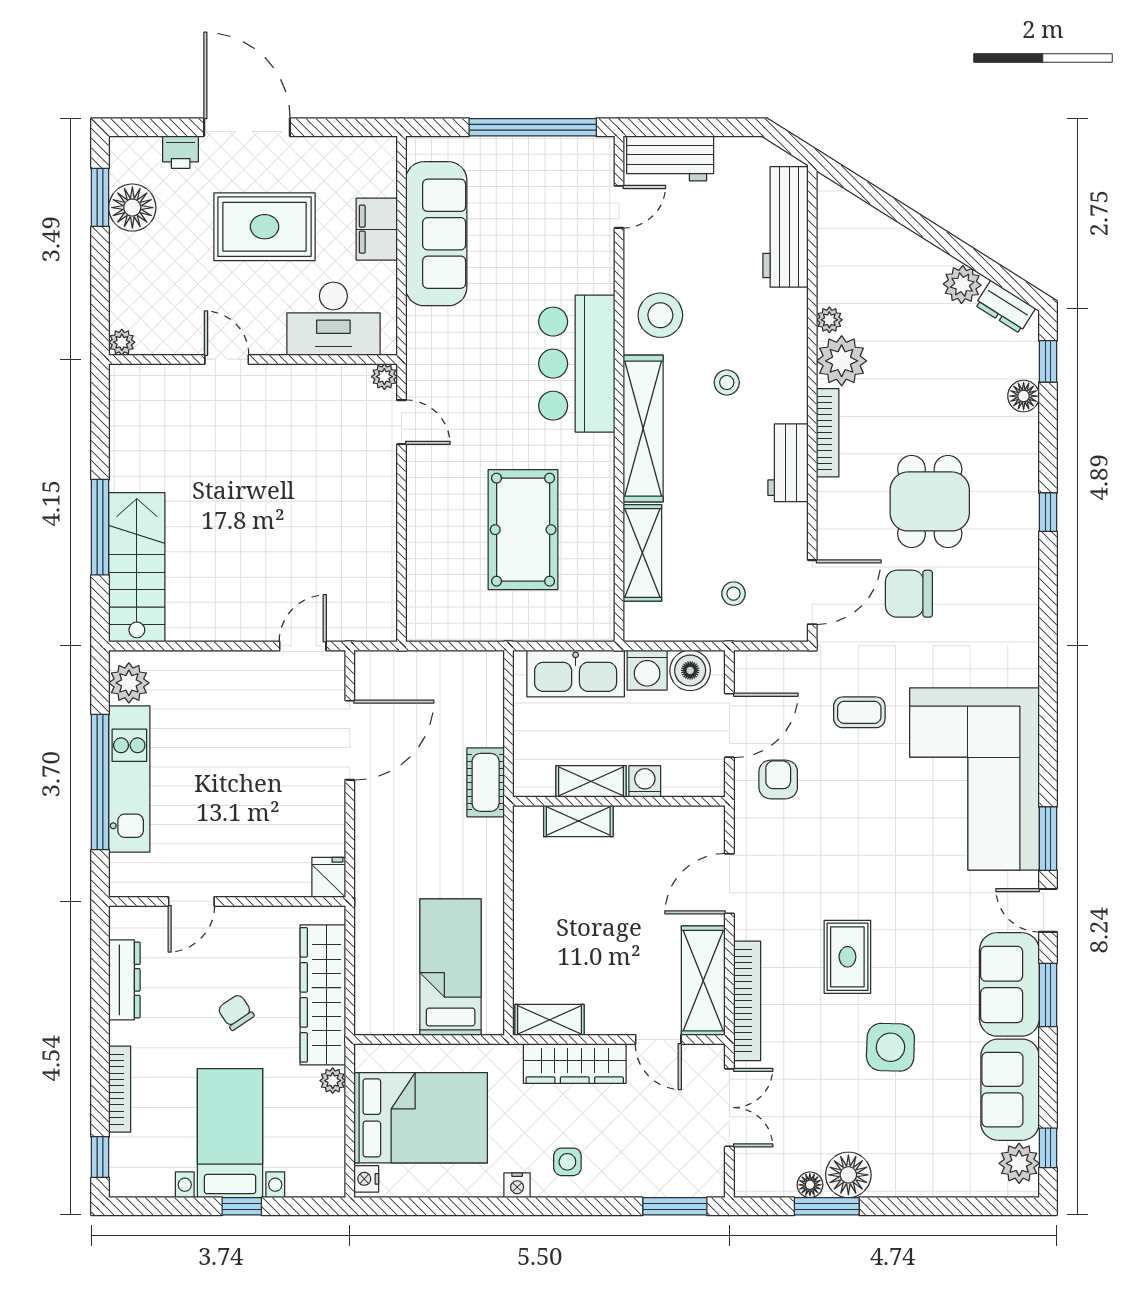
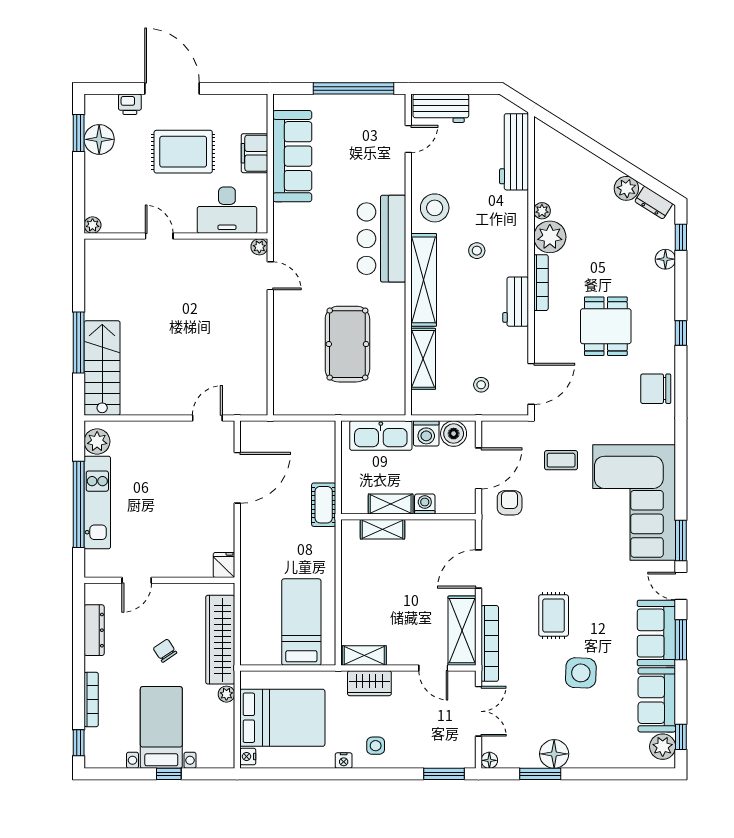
chair: (909, 594) -> (656, 389), moved
wardrobe: (575, 1063) -> (369, 683), width x0.67
floor lamp: (810, 1185) -> (489, 760), moved

